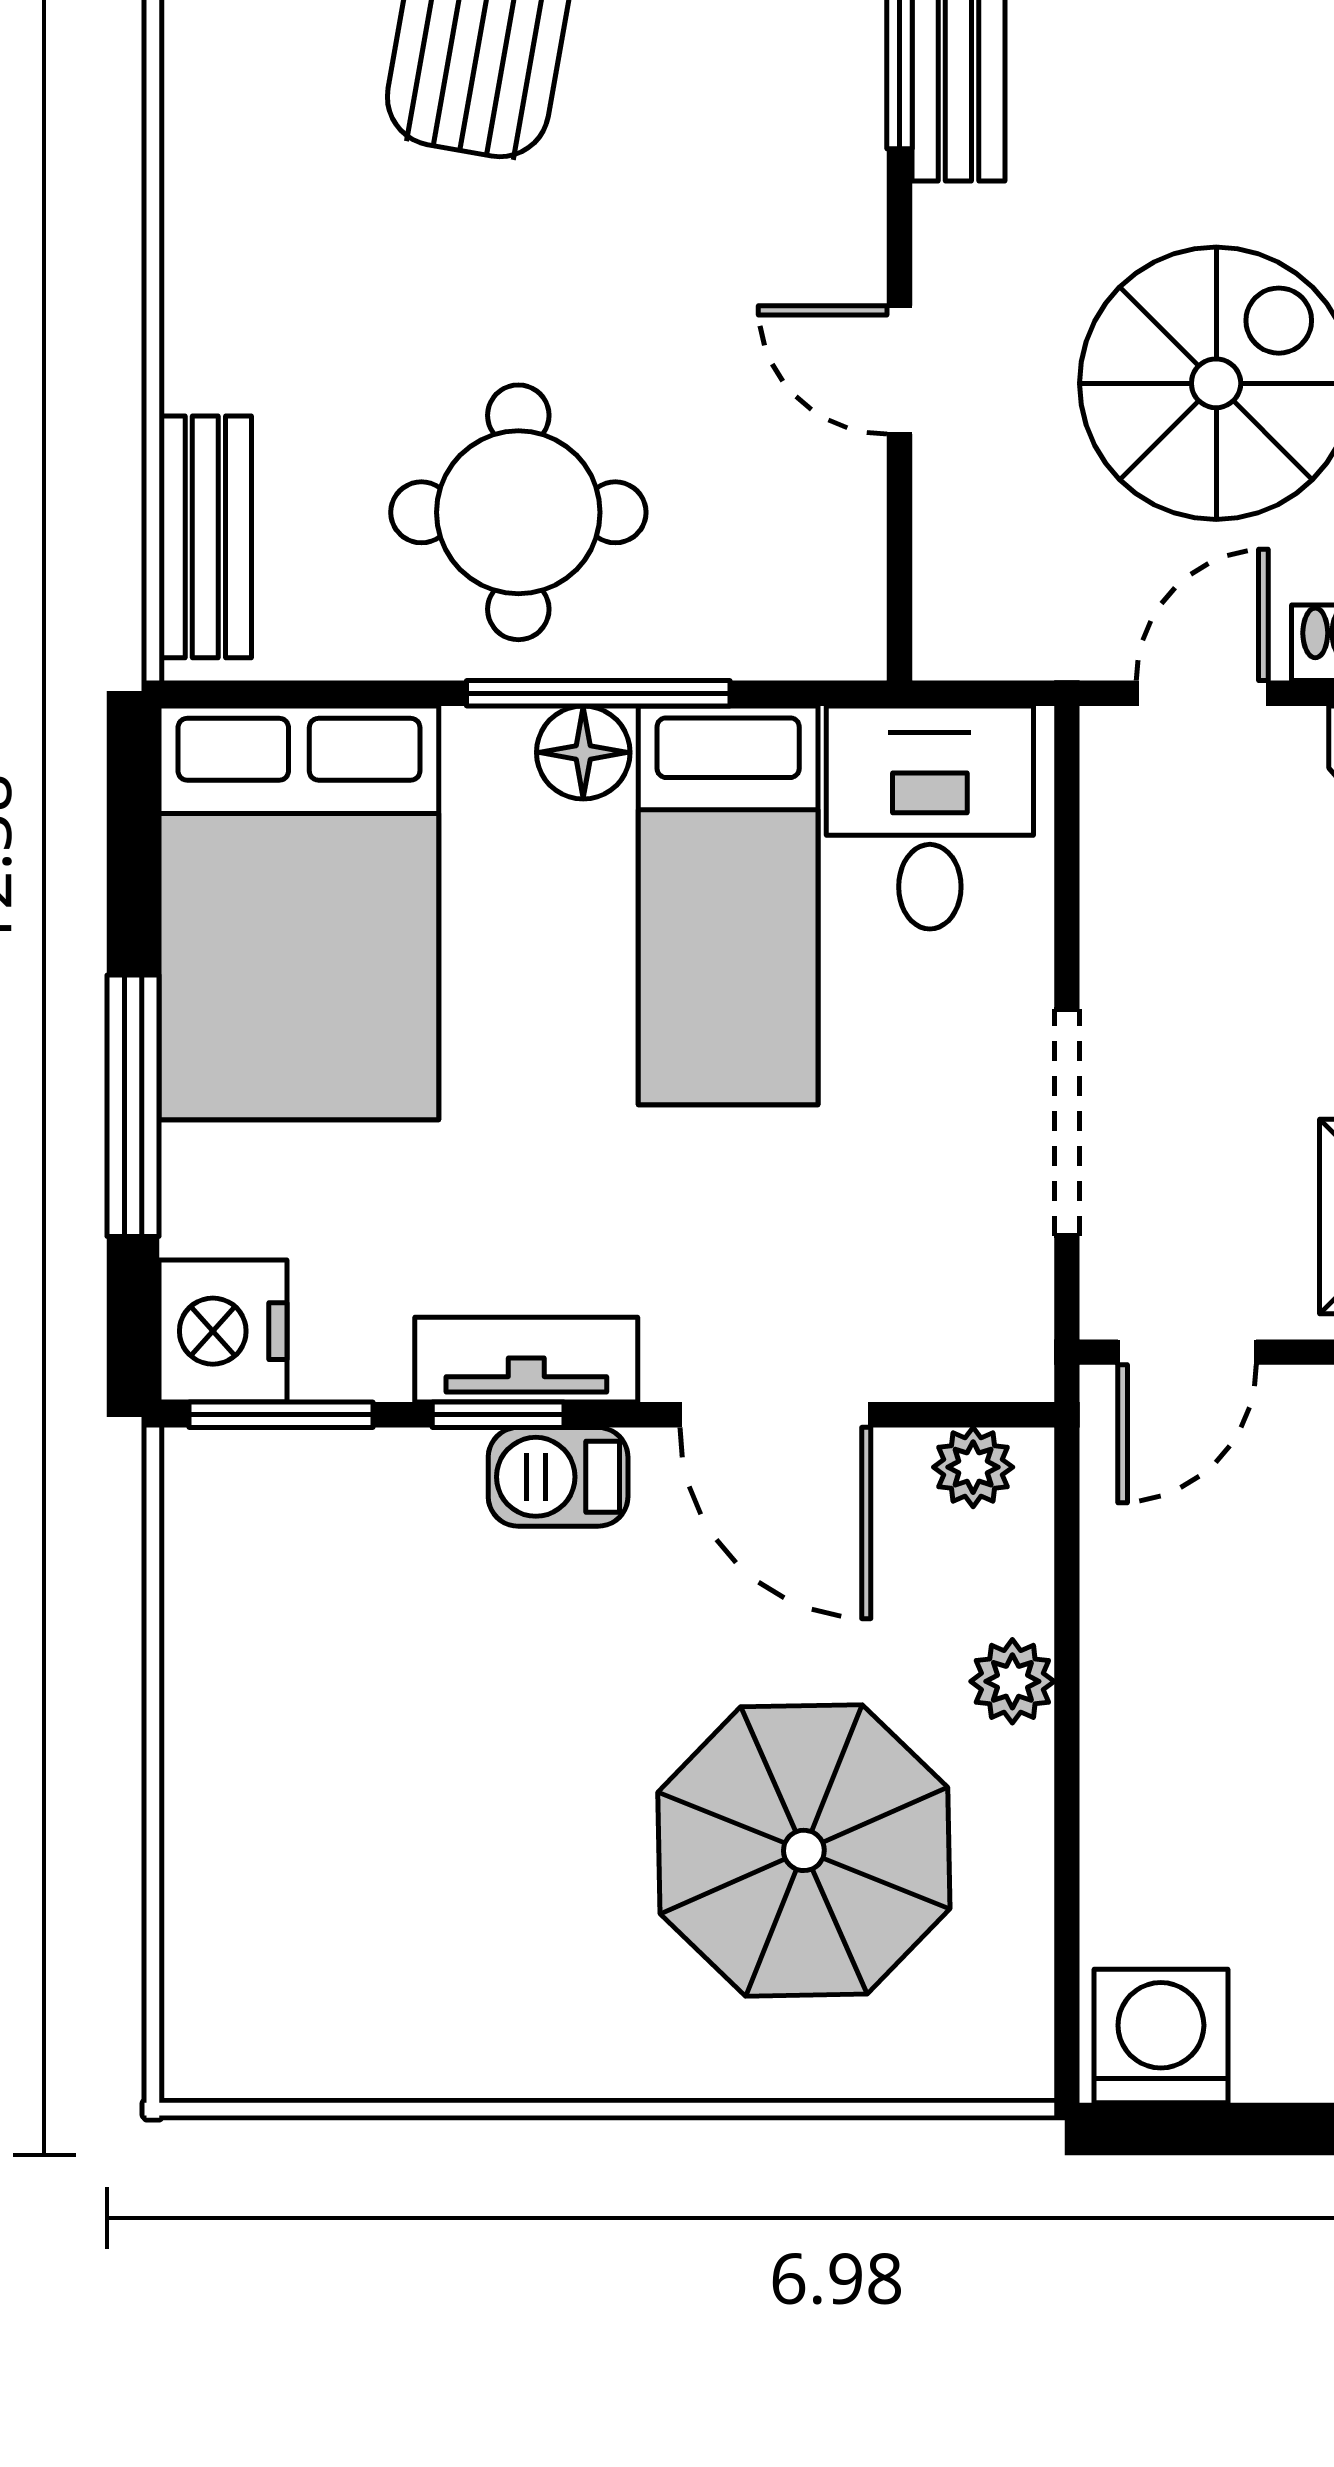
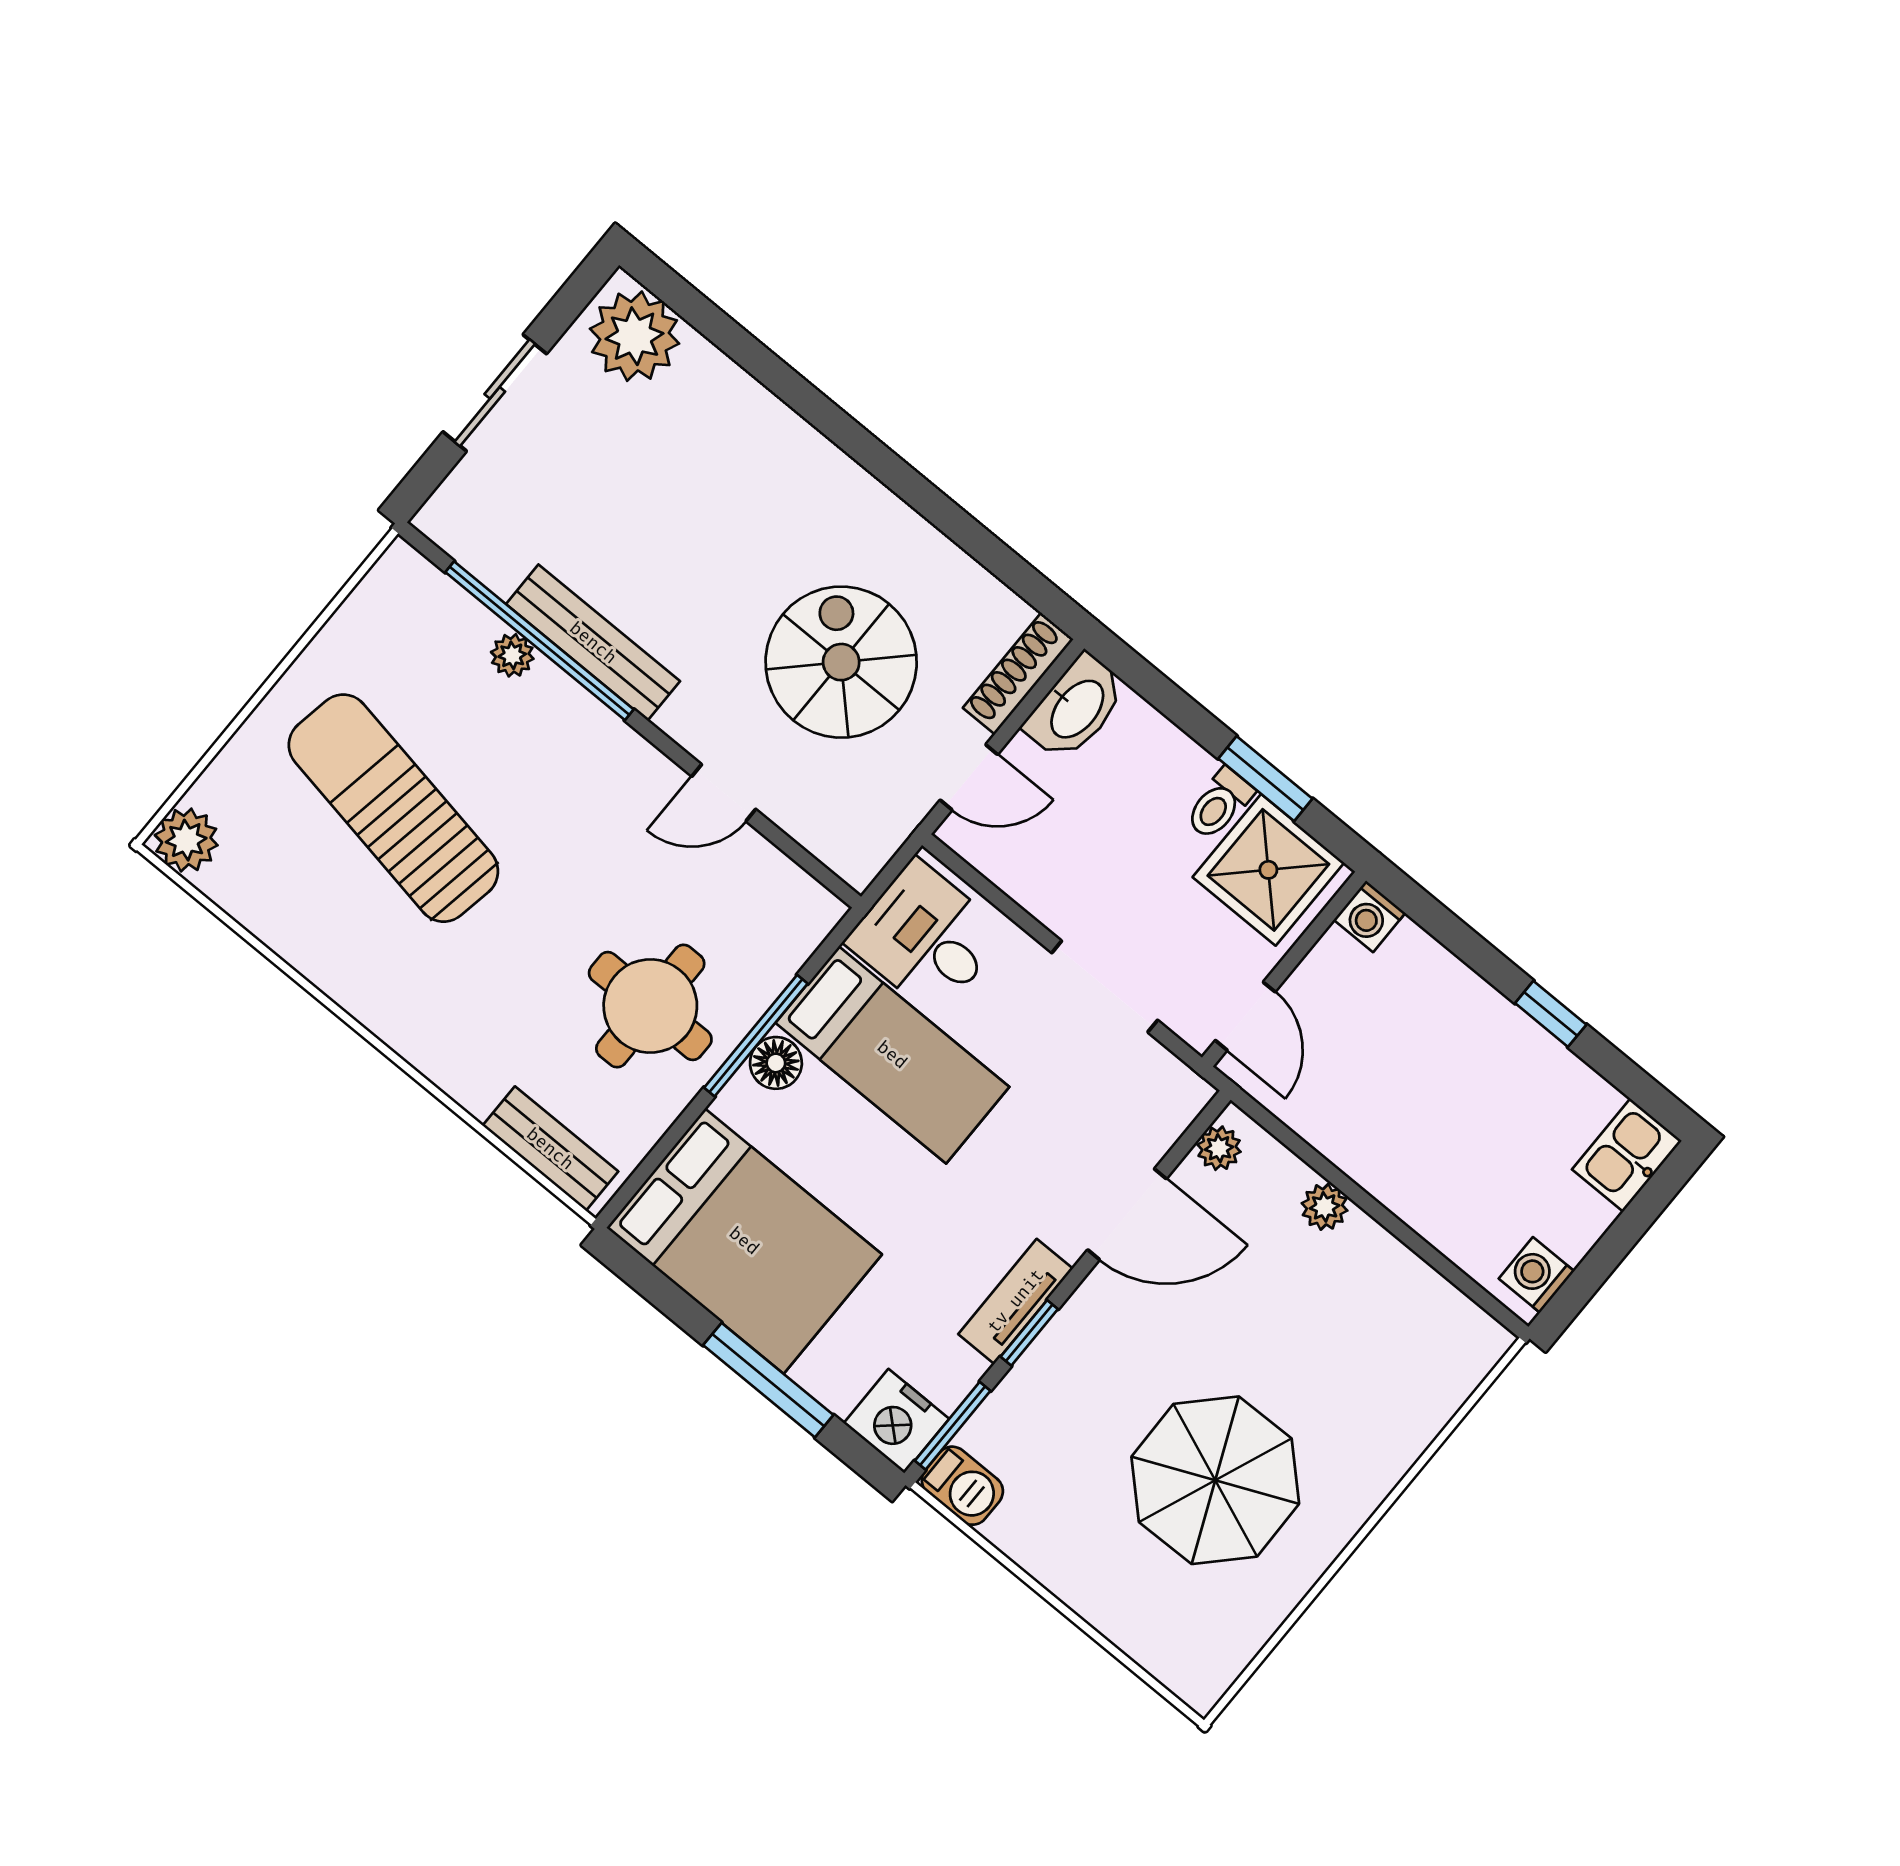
door: (1202, 693) -> (969, 777), swing flipped
barbecue: (558, 1477) -> (962, 1486), moved, turned -90
parasol: (804, 1850) -> (1215, 1480), moved
washing machine: (1161, 2036) -> (1536, 1275), width x0.73, depth x0.73

